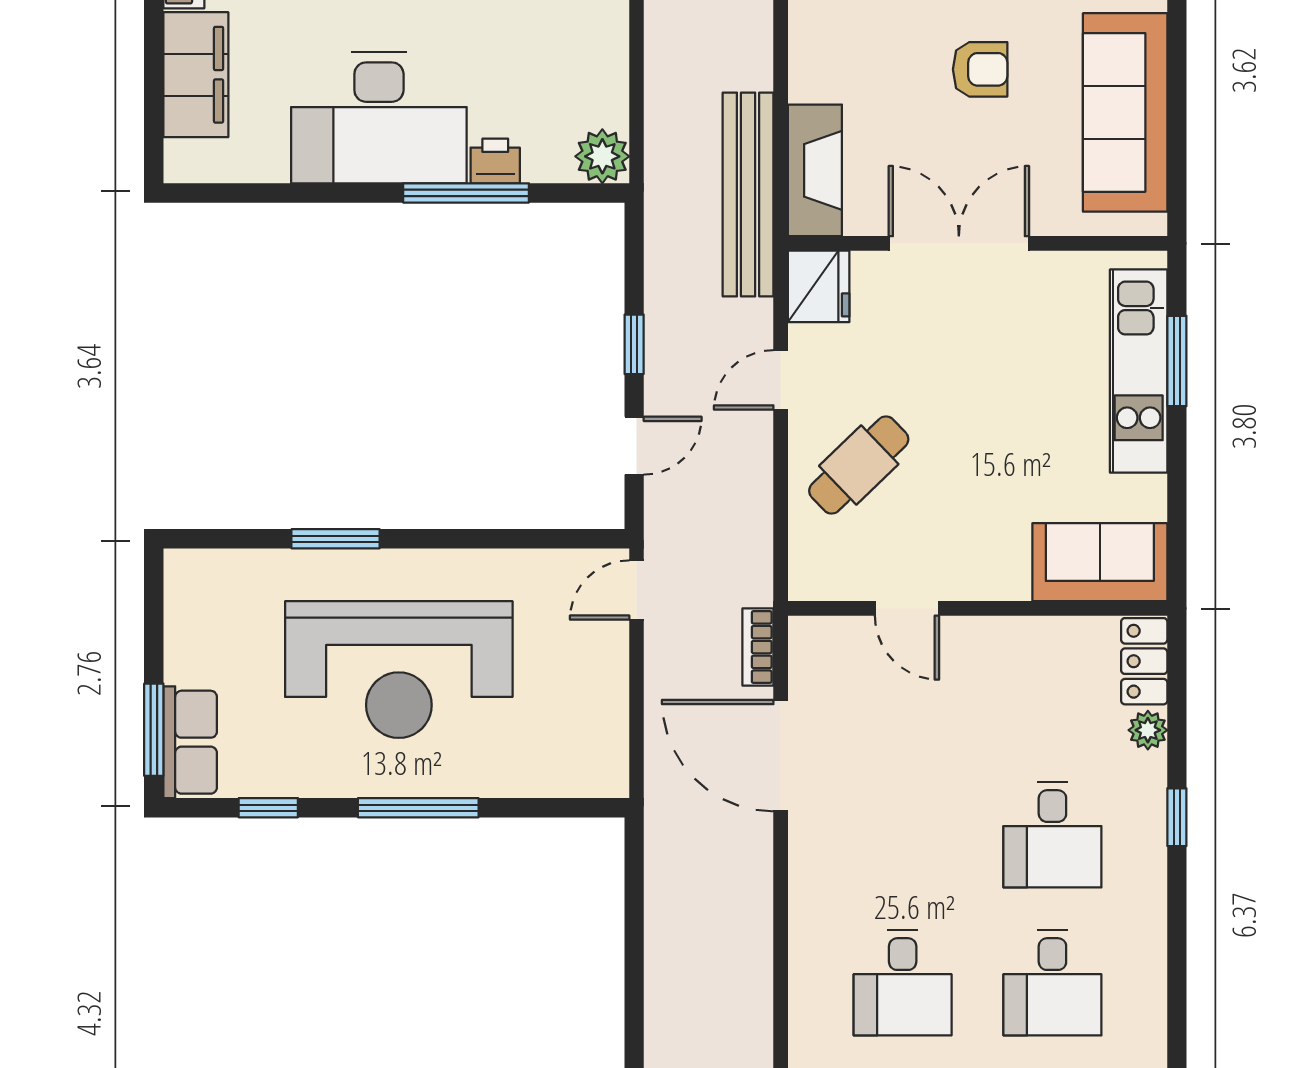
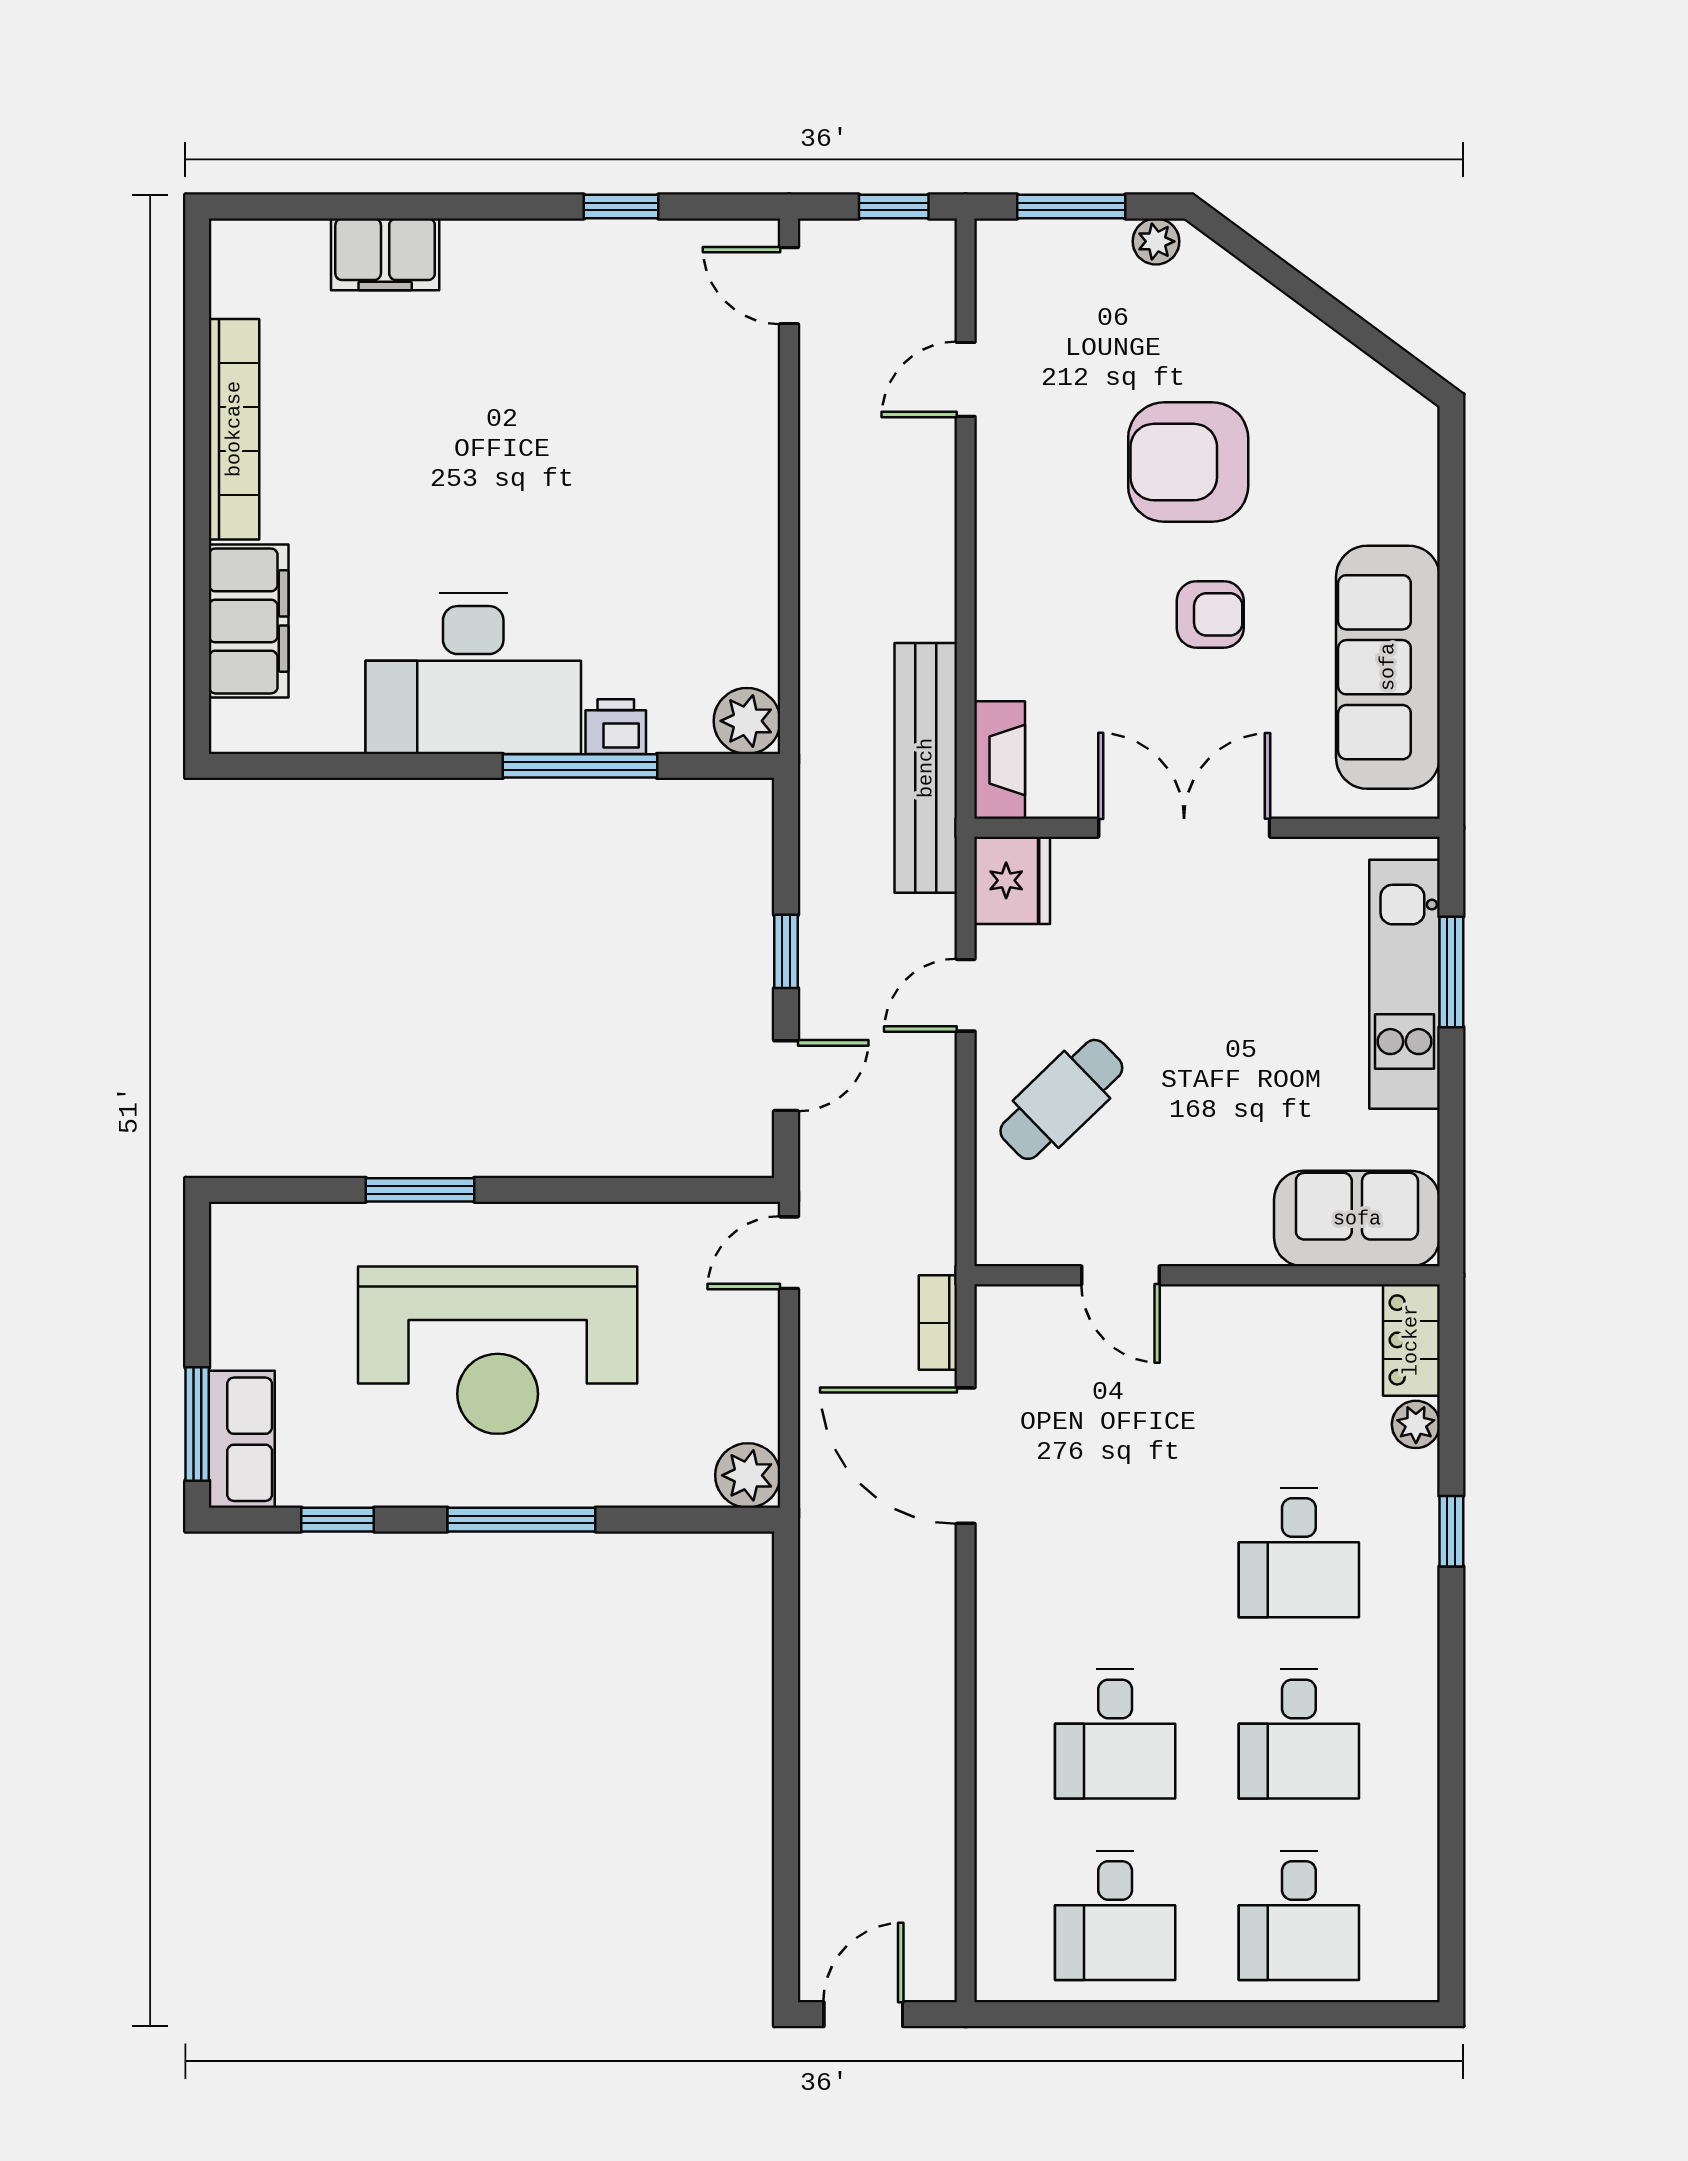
fireplace: (815, 170) -> (1000, 760), width x0.73, depth x0.76
plant: (603, 772) -> (748, 1475), added

